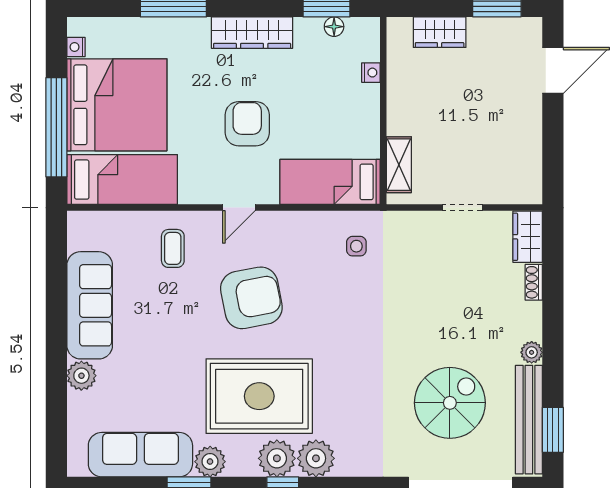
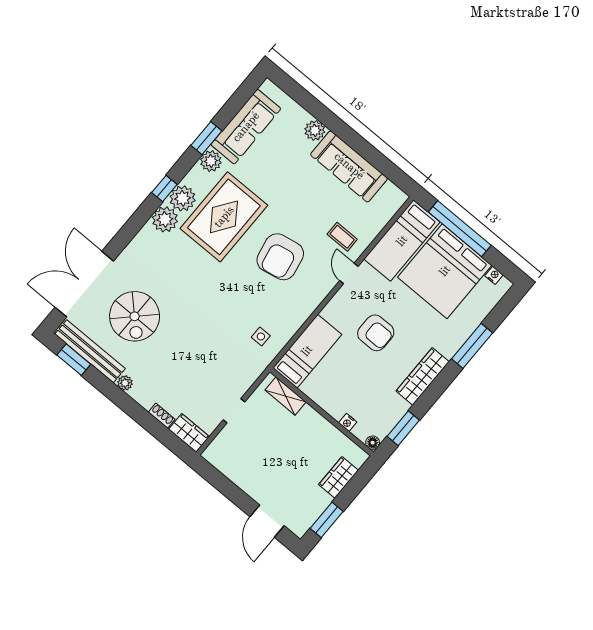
floor lamp: (334, 27) -> (373, 443), moved
door: (239, 208) -> (349, 274), moved

